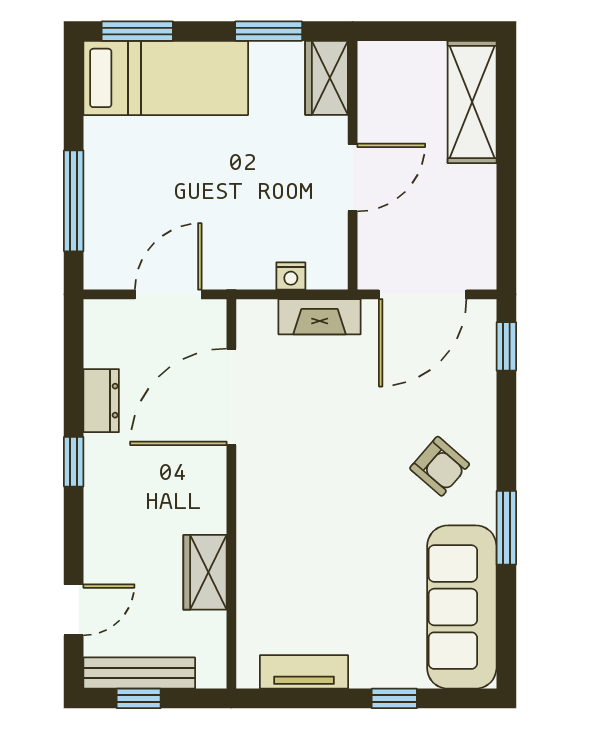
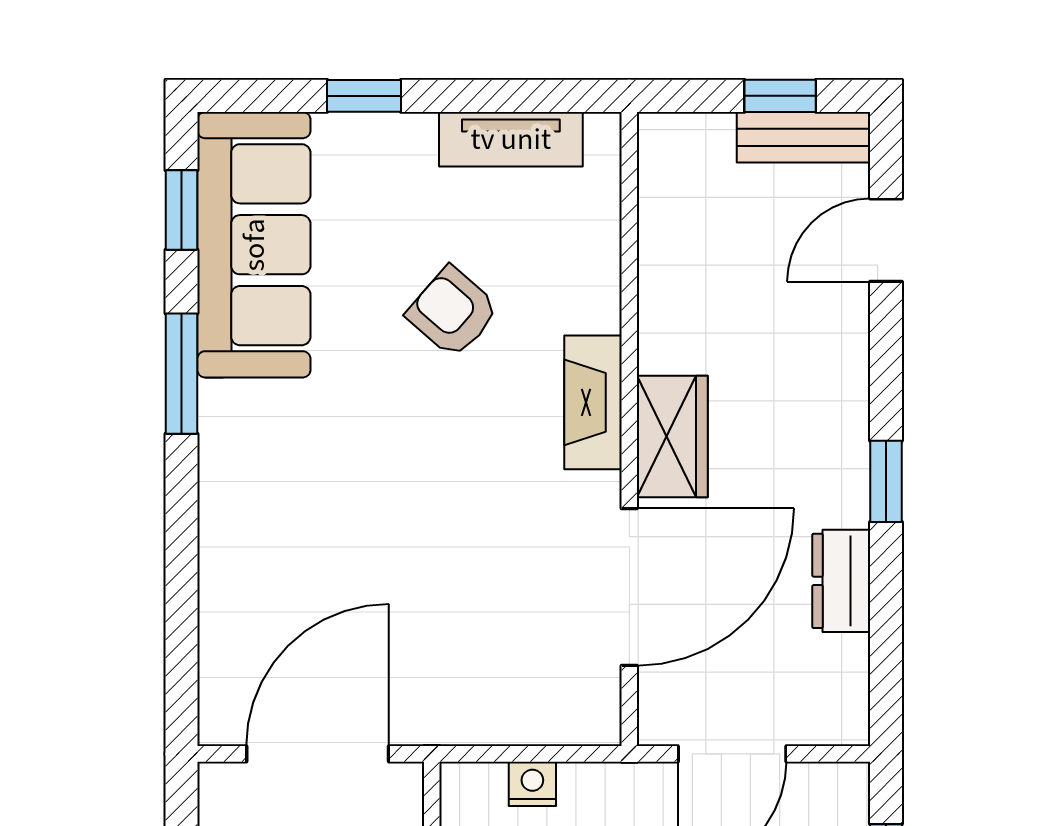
fireplace: (320, 317) -> (593, 402), moved, turned -90
window: (506, 346) -> (181, 210), moved
armchair: (440, 466) -> (453, 312), moved
wardrobe: (205, 572) -> (672, 436), moved
bench: (139, 673) -> (803, 137), width x0.73

